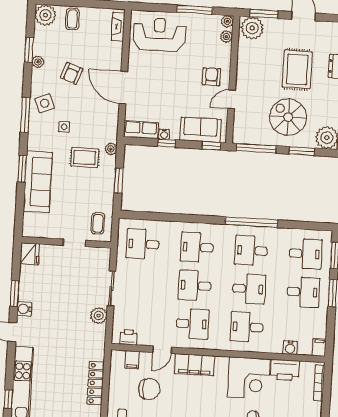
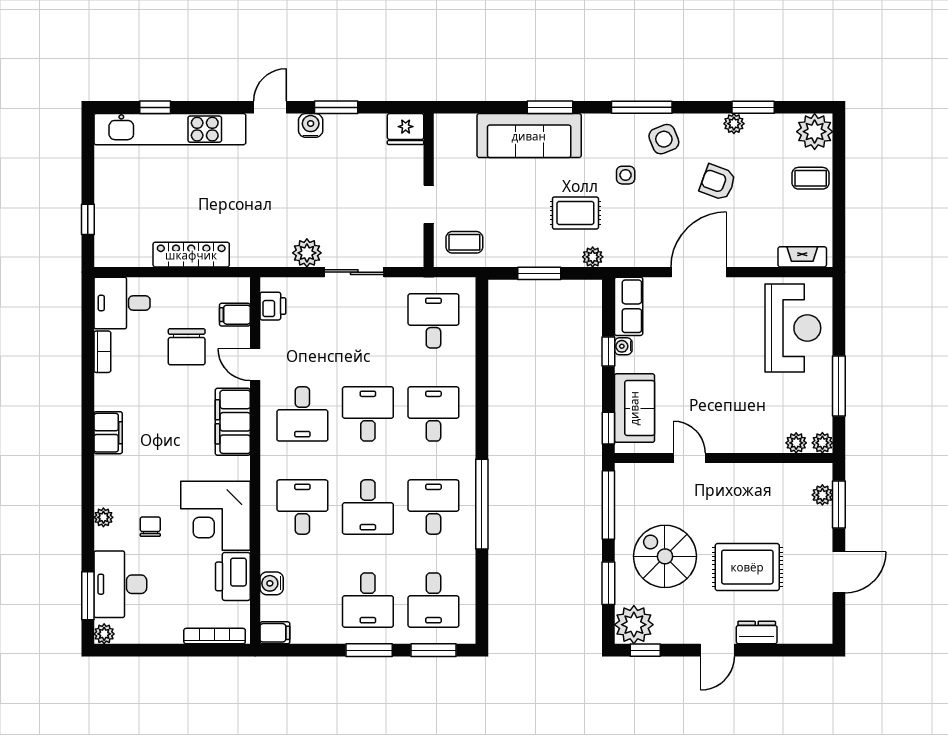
plant: (252, 28) -> (822, 495), width x0.53, depth x0.53
armchair: (211, 77) -> (726, 421), removed
spiral stairs: (288, 117) -> (665, 556), turned -90
rug: (85, 157) -> (575, 213), turned 90

